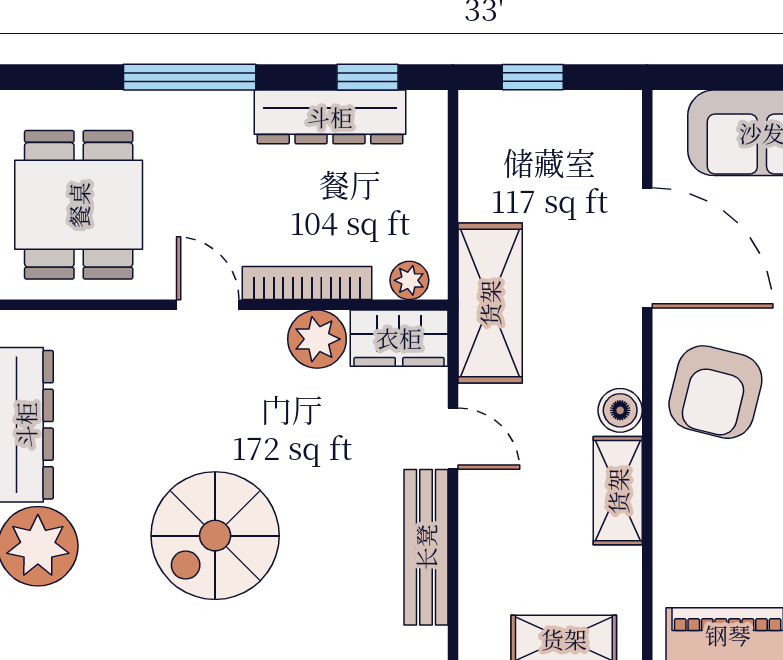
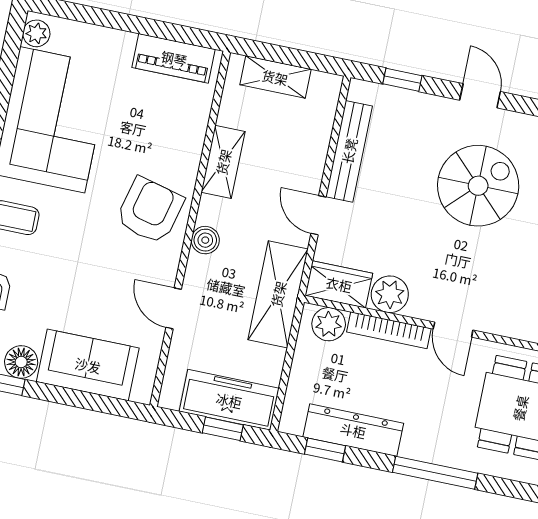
freezer: (532, 124) -> (229, 400), added
door: (647, 248) -> (174, 308), width x0.53
plant: (409, 280) -> (329, 324), width x1.38, depth x1.38
boiler: (620, 410) -> (205, 240), moved

